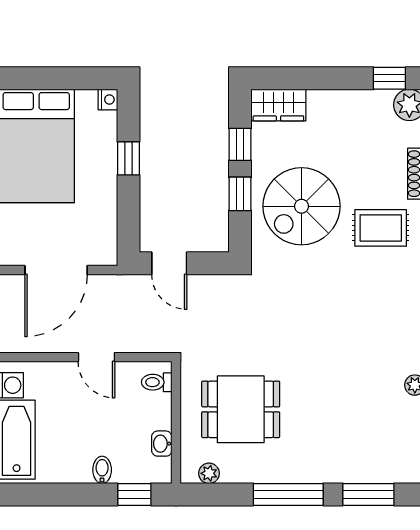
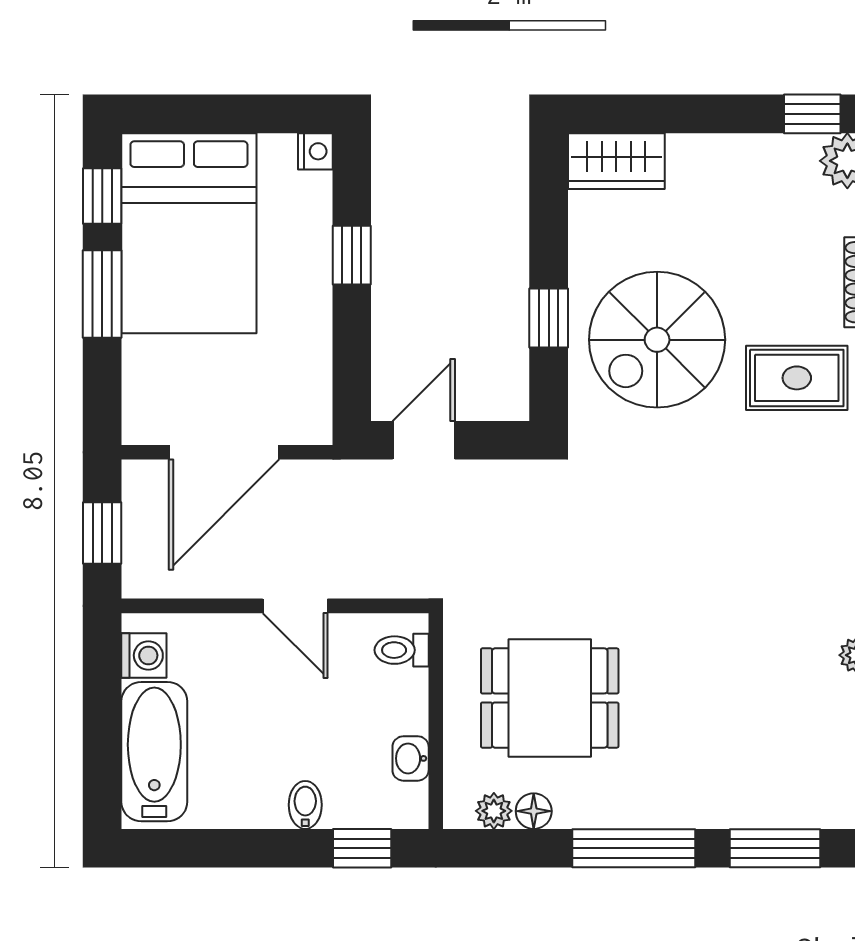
window: (240, 144) -> (549, 231), removed
door: (169, 263) -> (424, 440), swing flipped
floor lamp: (232, 473) -> (534, 811), added

